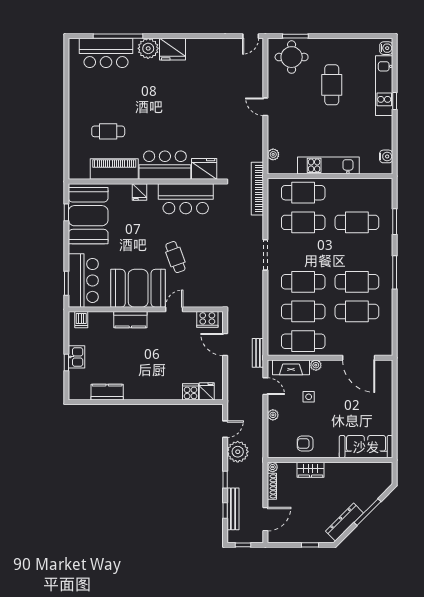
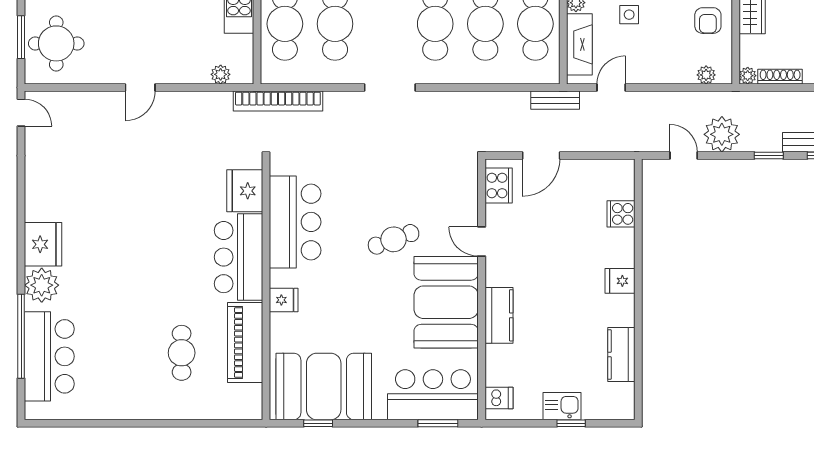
fridge: (207, 391) -> (620, 281), moved
plant: (273, 415) -> (706, 75), moved

